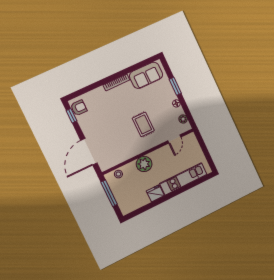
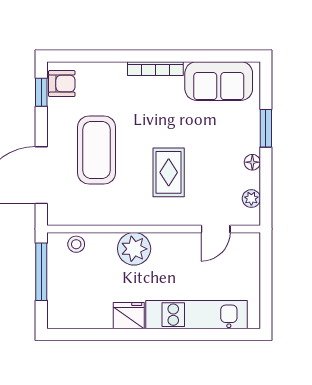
coffee table: (108, 129) -> (97, 150), added

